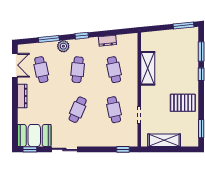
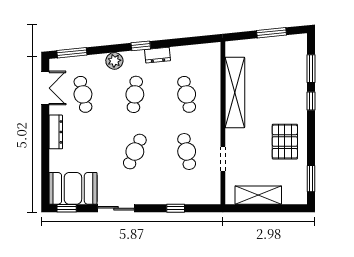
window: (183, 25) -> (271, 33), moved
window: (49, 39) -> (72, 53), moved
dresser: (107, 41) -> (157, 55), moved
shelving: (148, 68) -> (235, 92), width x1.47
pallet: (183, 103) -> (285, 142), turned 90
window: (123, 149) -> (176, 208), moved

